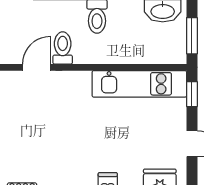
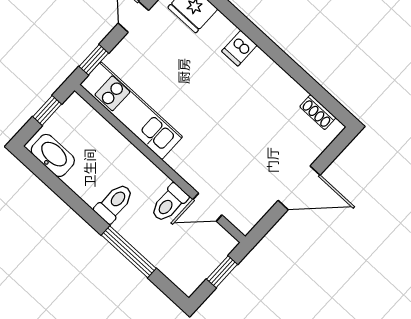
window: (192, 36) -> (47, 110), width x0.67

